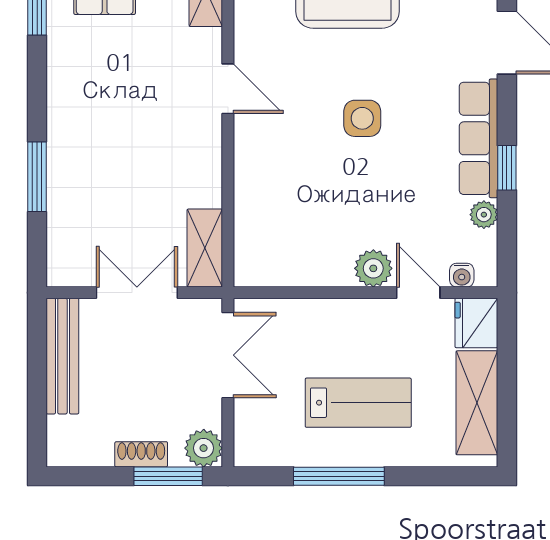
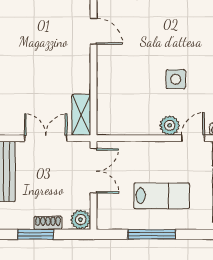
side table: (362, 118) -> (176, 79), moved
door: (418, 293) -> (193, 138), hinge flipped
window: (168, 476) -> (36, 234), moved

